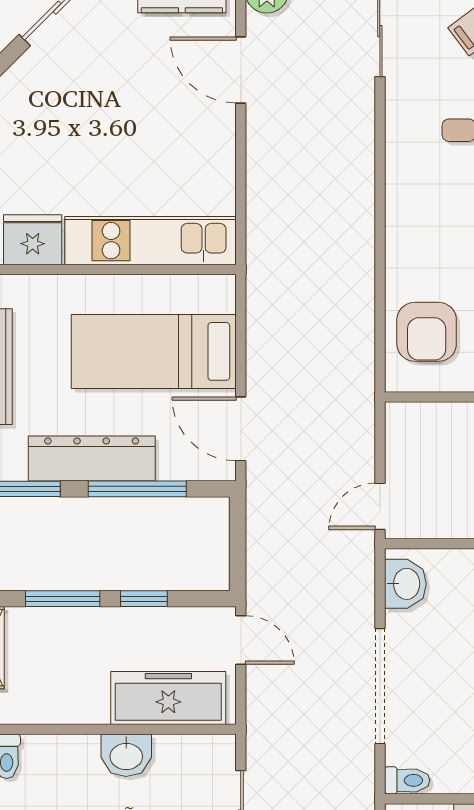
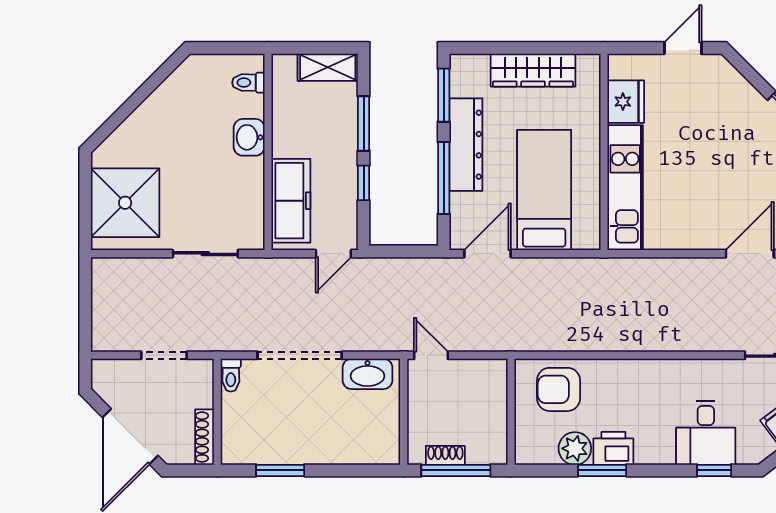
washbasin: (405, 584) -> (367, 374), width x1.38
washbasin: (126, 755) -> (249, 137), moved

